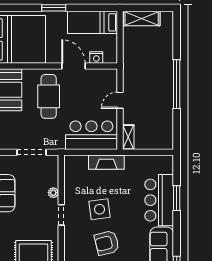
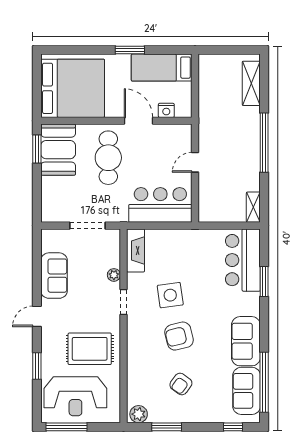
window: (54, 8) -> (130, 50), moved
shelving: (142, 19) -> (251, 83), moved, turned 90
shelving: (128, 137) -> (253, 207), moved
fireplace: (106, 162) -> (136, 250), moved, turned -90
bar counter: (159, 200) -> (243, 260), moved

